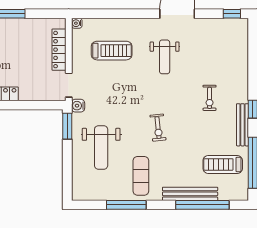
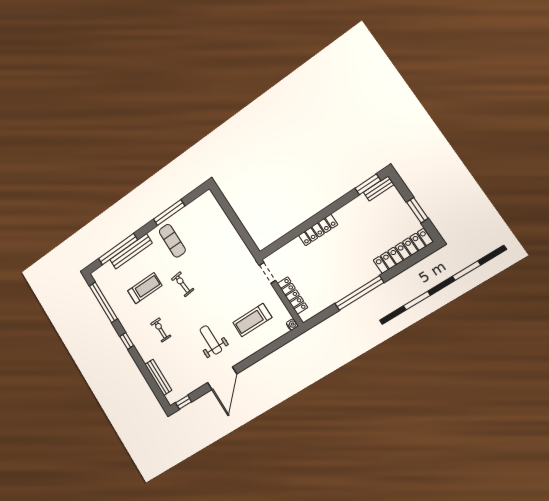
water cooler: (78, 106) -> (250, 262), removed
bench: (243, 125) -> (158, 377), moved
window: (67, 126) -> (248, 241), removed
weight bench: (101, 147) -> (213, 242), removed
treadmill: (223, 164) -> (145, 288), moved

